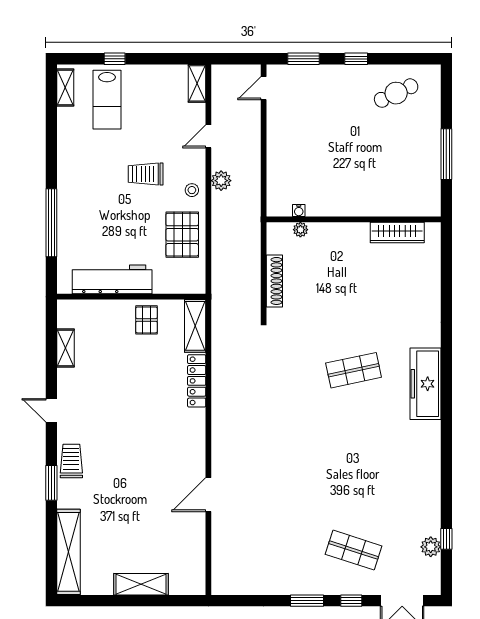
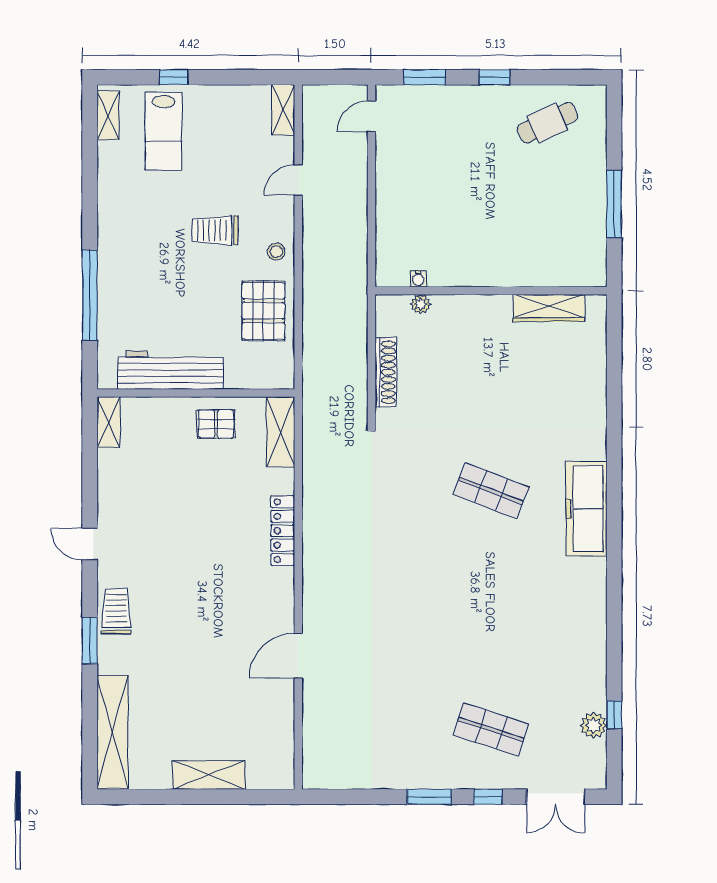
plant: (221, 181) -> (315, 239), removed
pallet: (146, 320) -> (216, 424), turned 90
shelving: (65, 348) -> (108, 422), moved
shop shelf: (354, 370) -> (491, 491), turned 33
locker: (197, 381) -> (283, 531), moved

